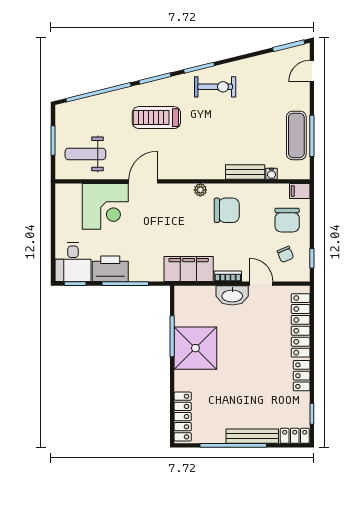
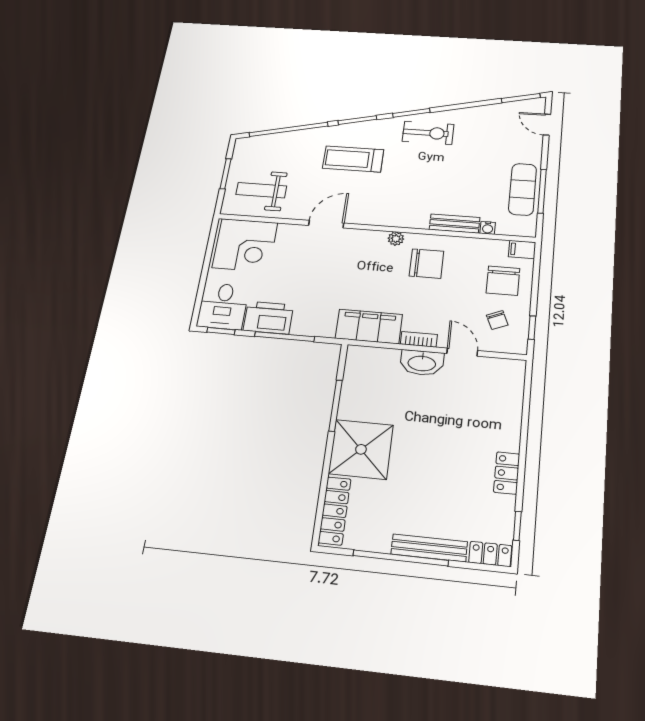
door: (312, 71) -> (547, 125), hinge flipped
corner desk: (105, 206) -> (245, 245), moved
locker: (301, 325) -> (510, 408), removed
shower: (195, 348) -> (361, 449), moved

